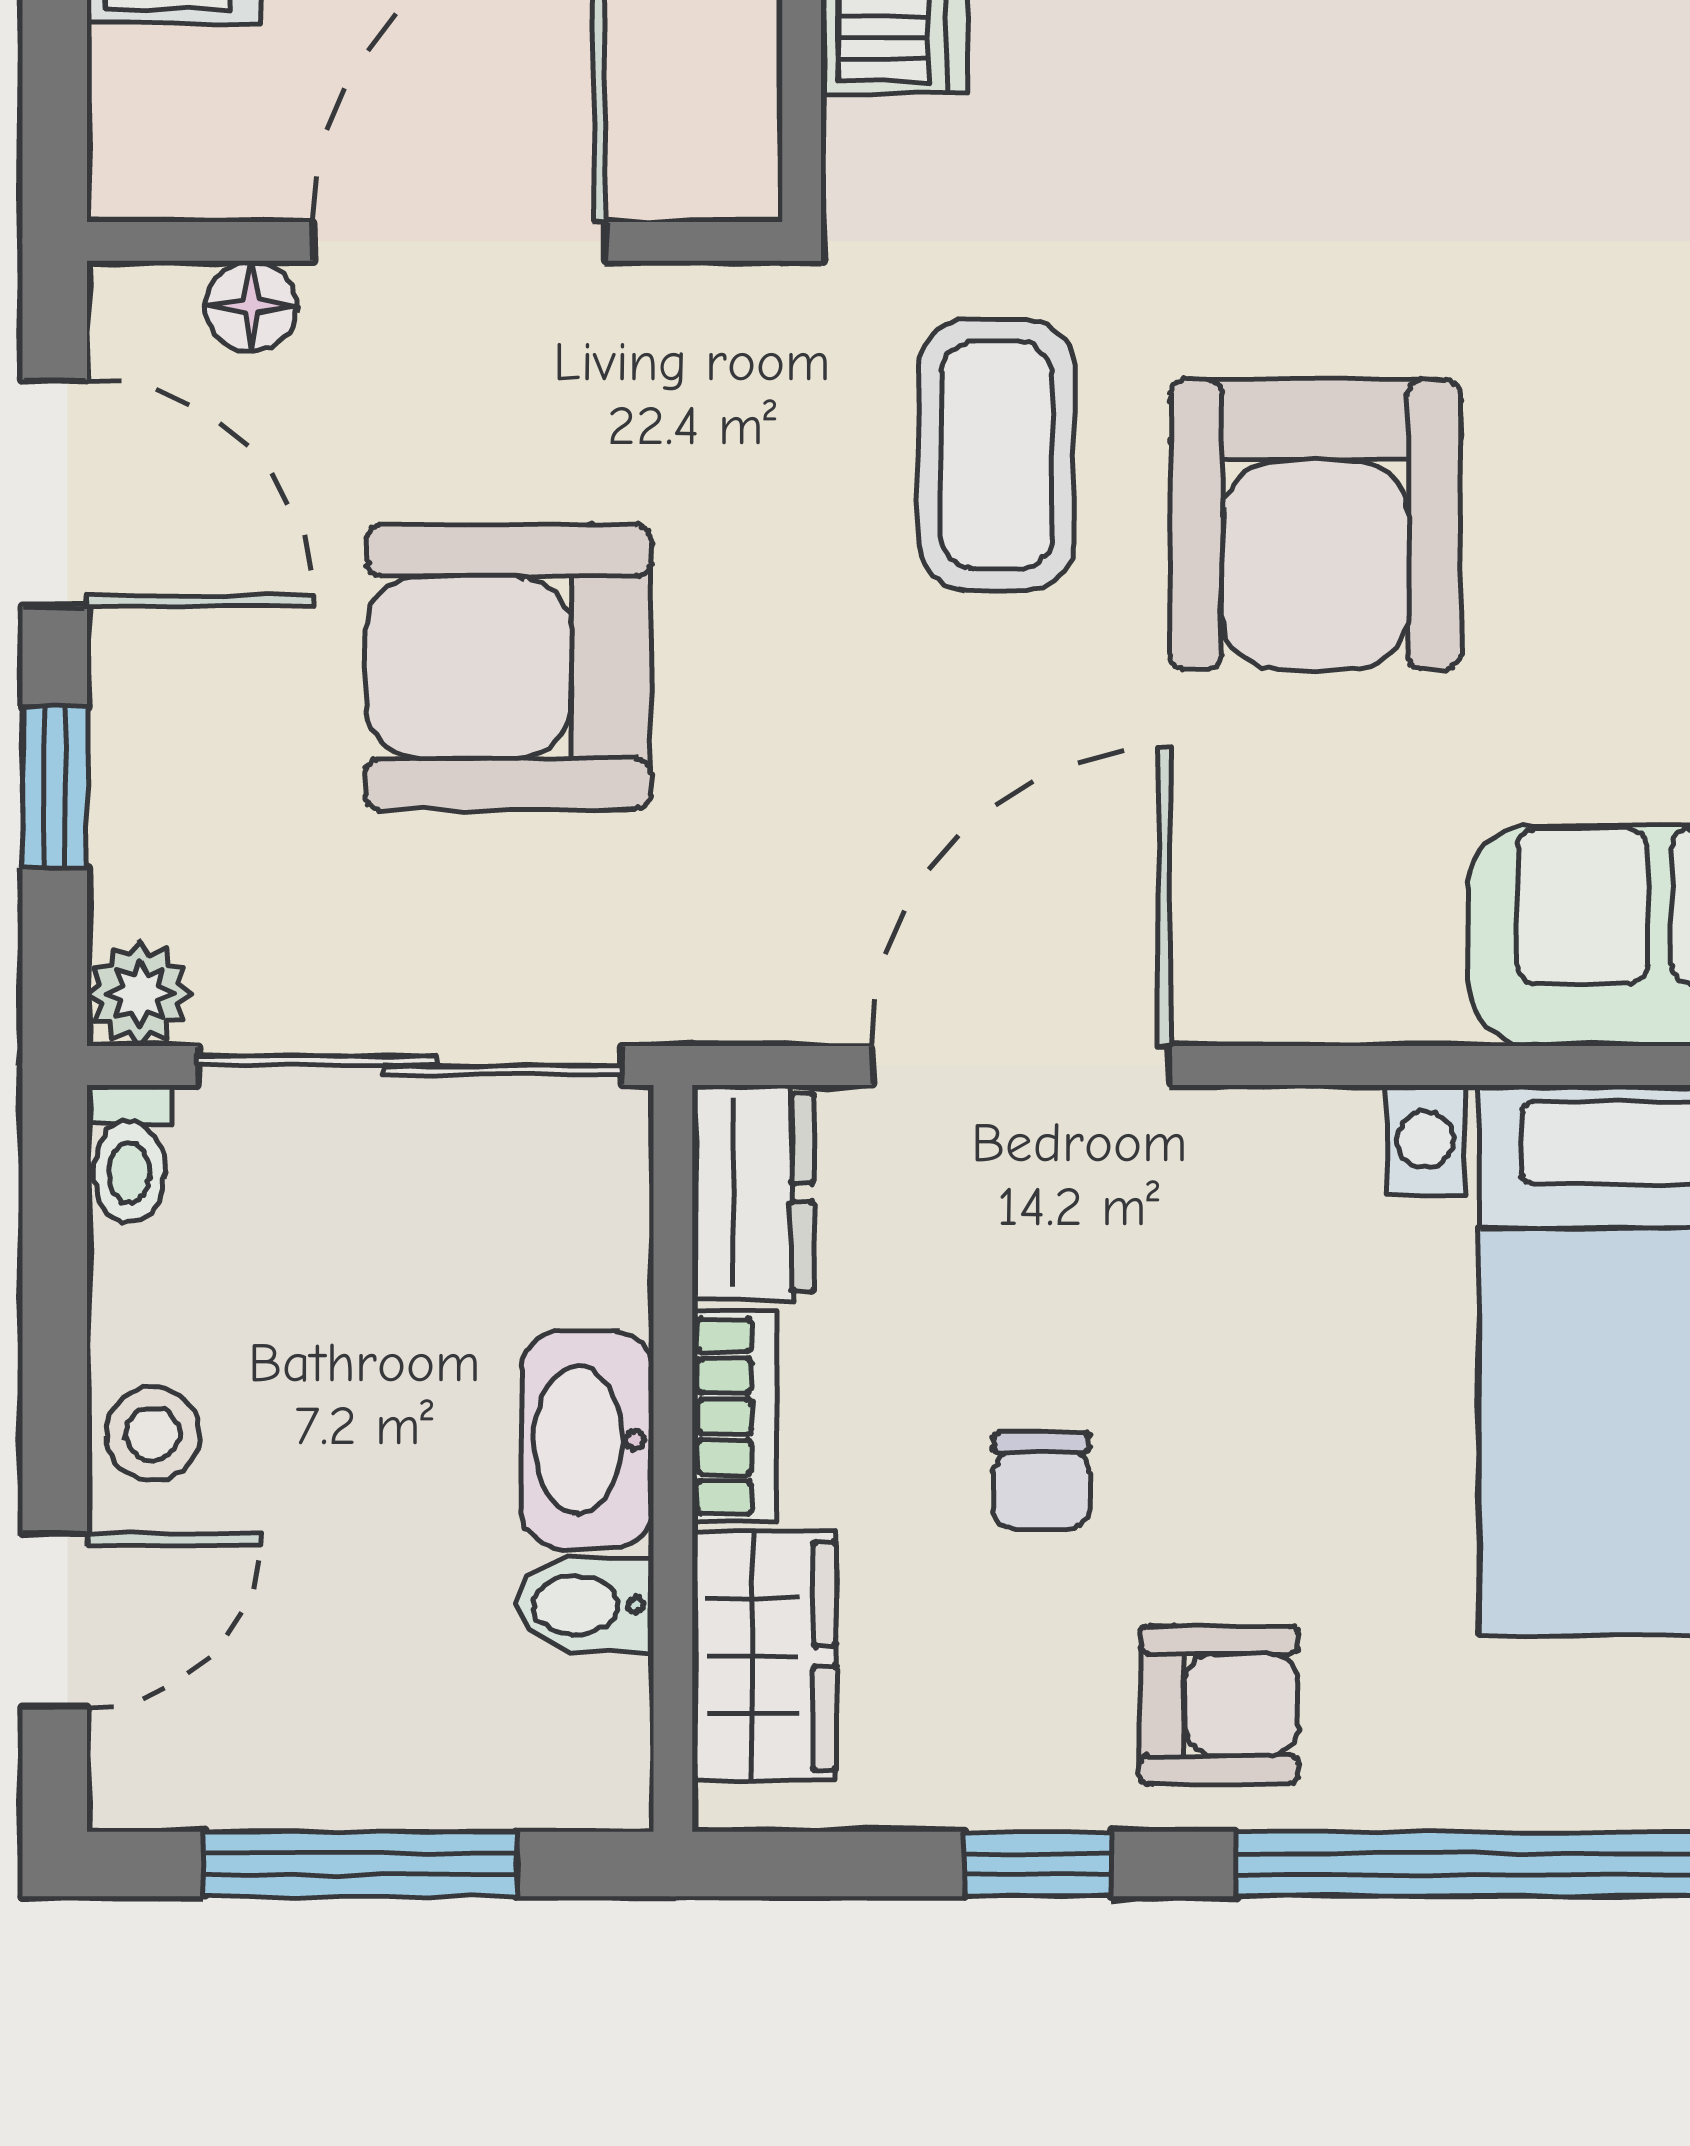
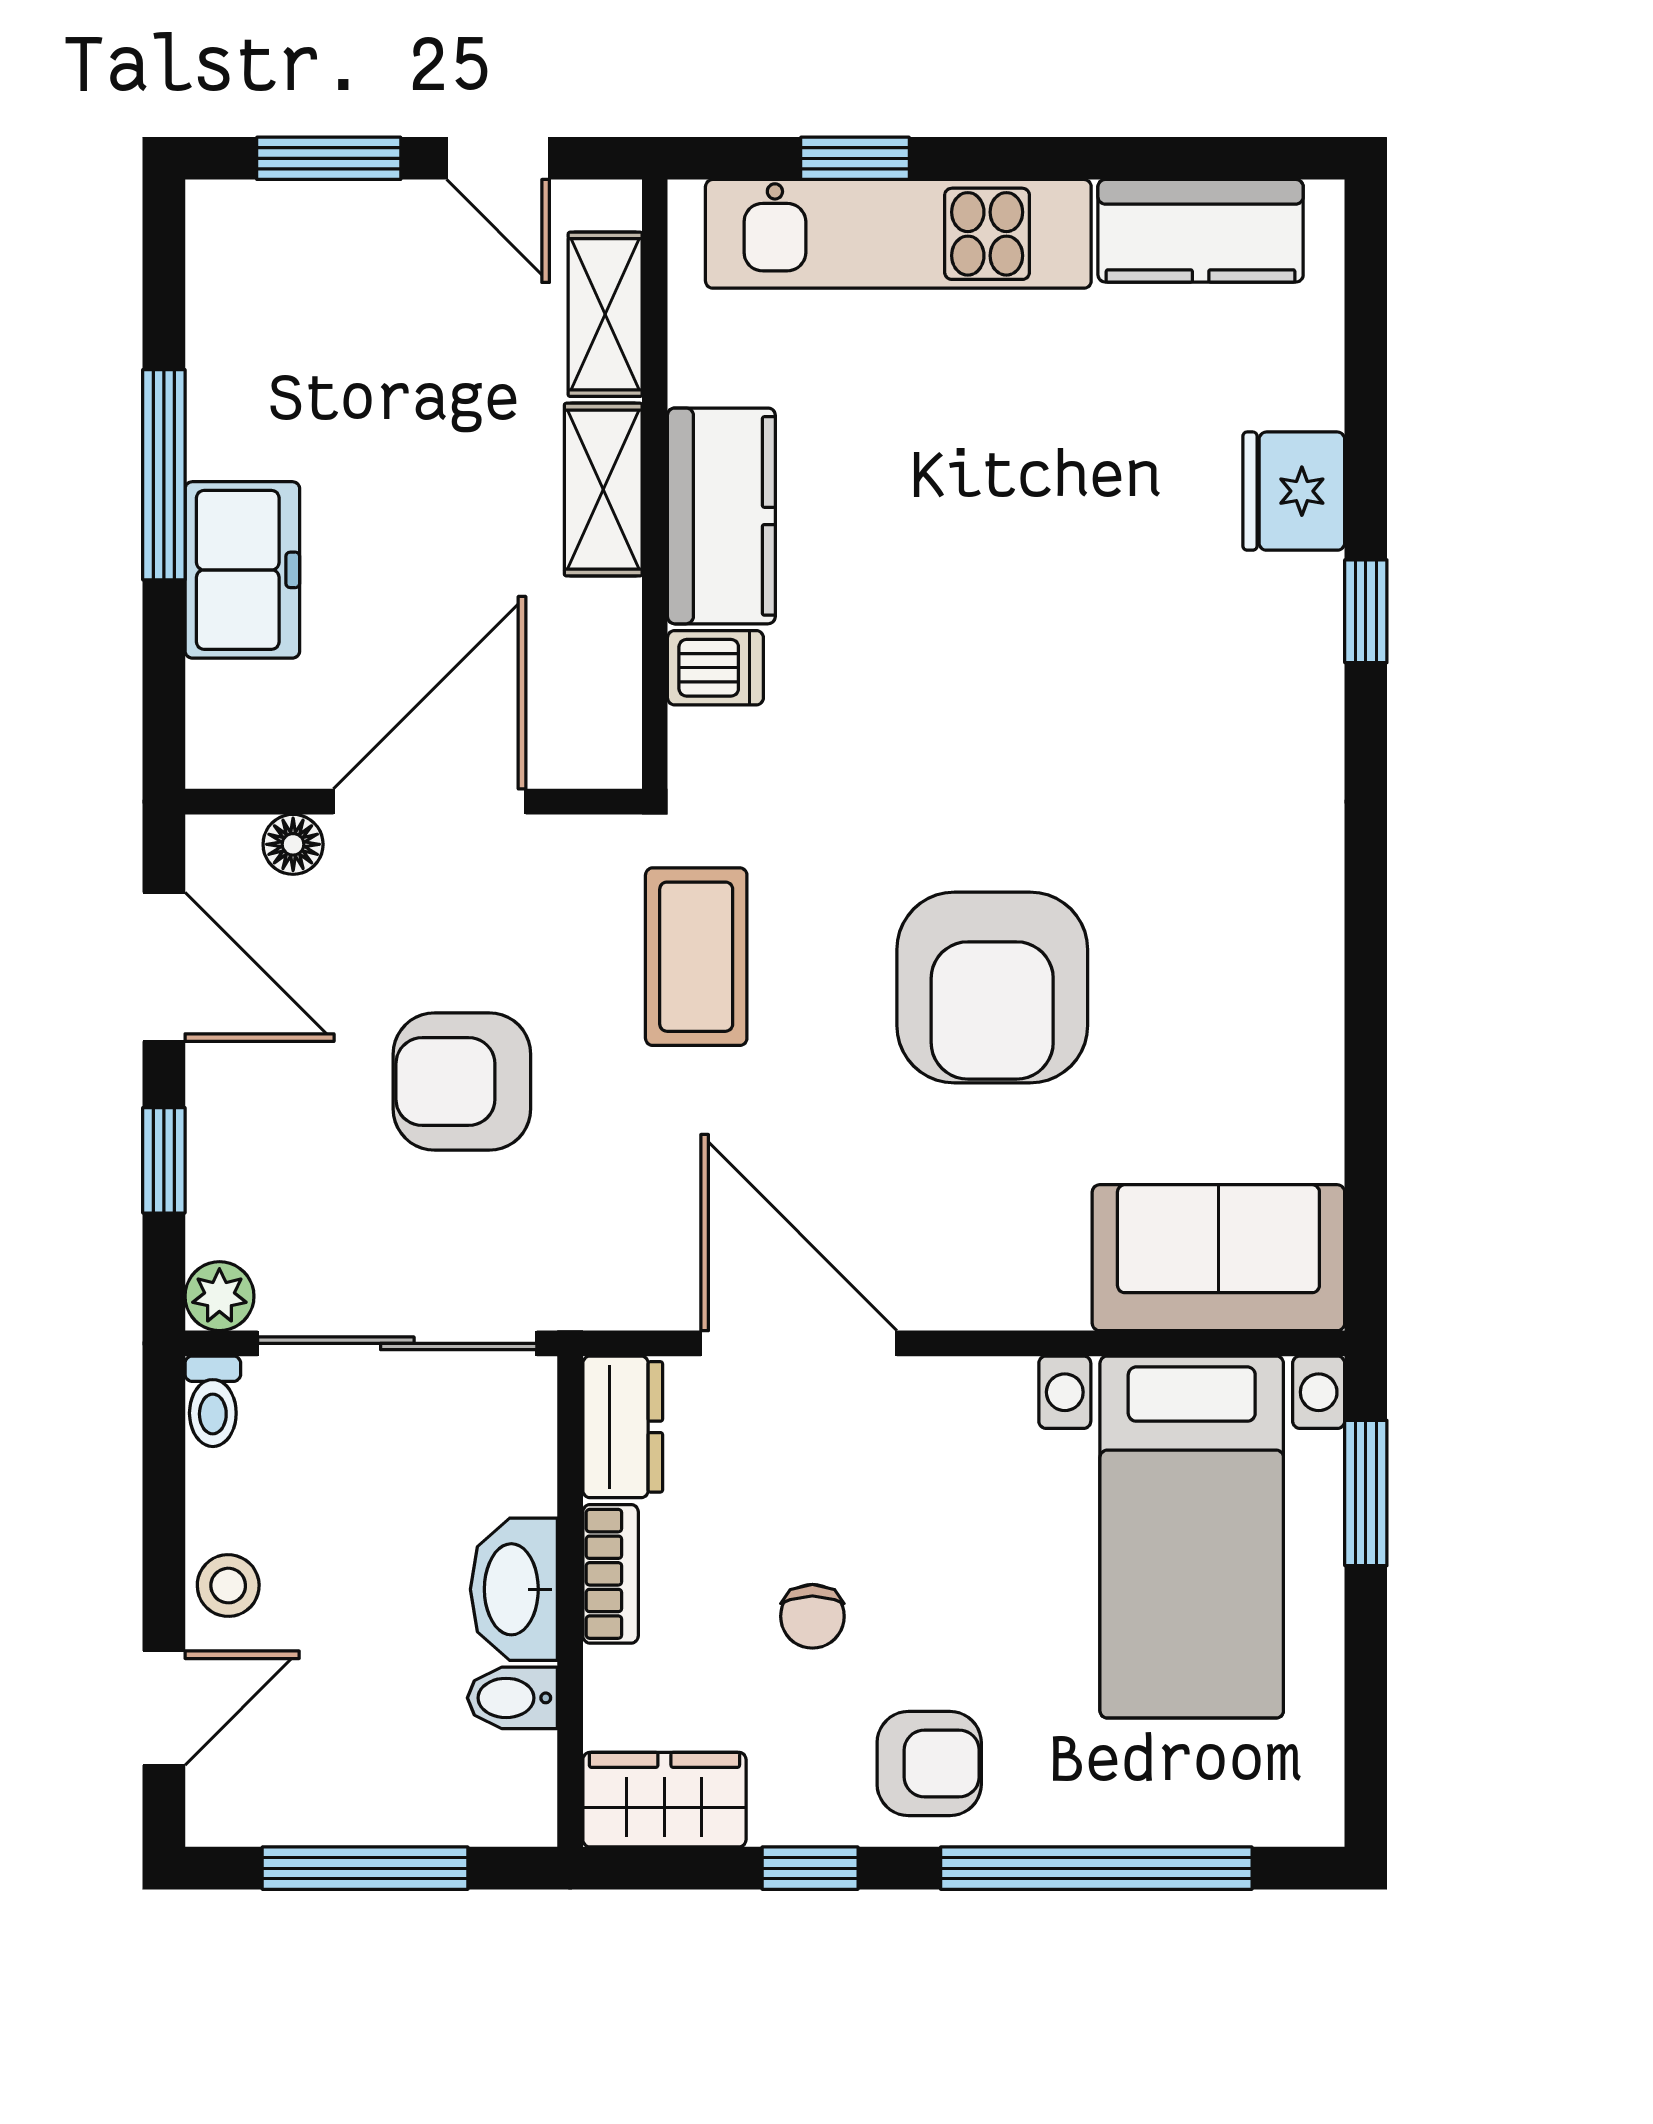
coffee table: (996, 455) -> (696, 957), moved
armchair: (508, 667) -> (462, 1082), width x0.73, depth x0.73
door: (1021, 1066) -> (799, 1343), hinge flipped
wardrobe: (764, 1656) -> (664, 1800), moved, turned -90

